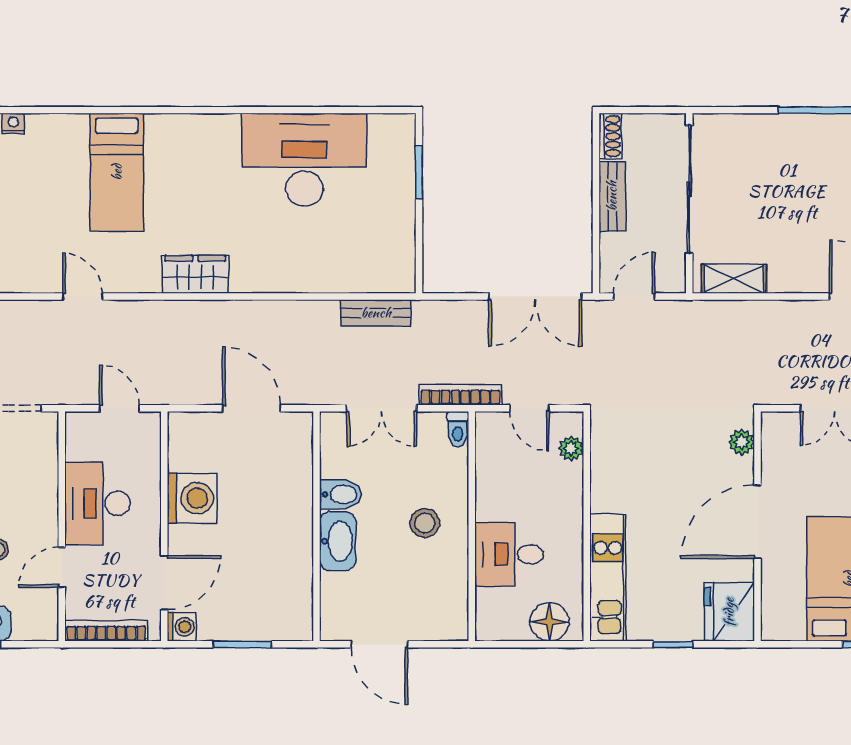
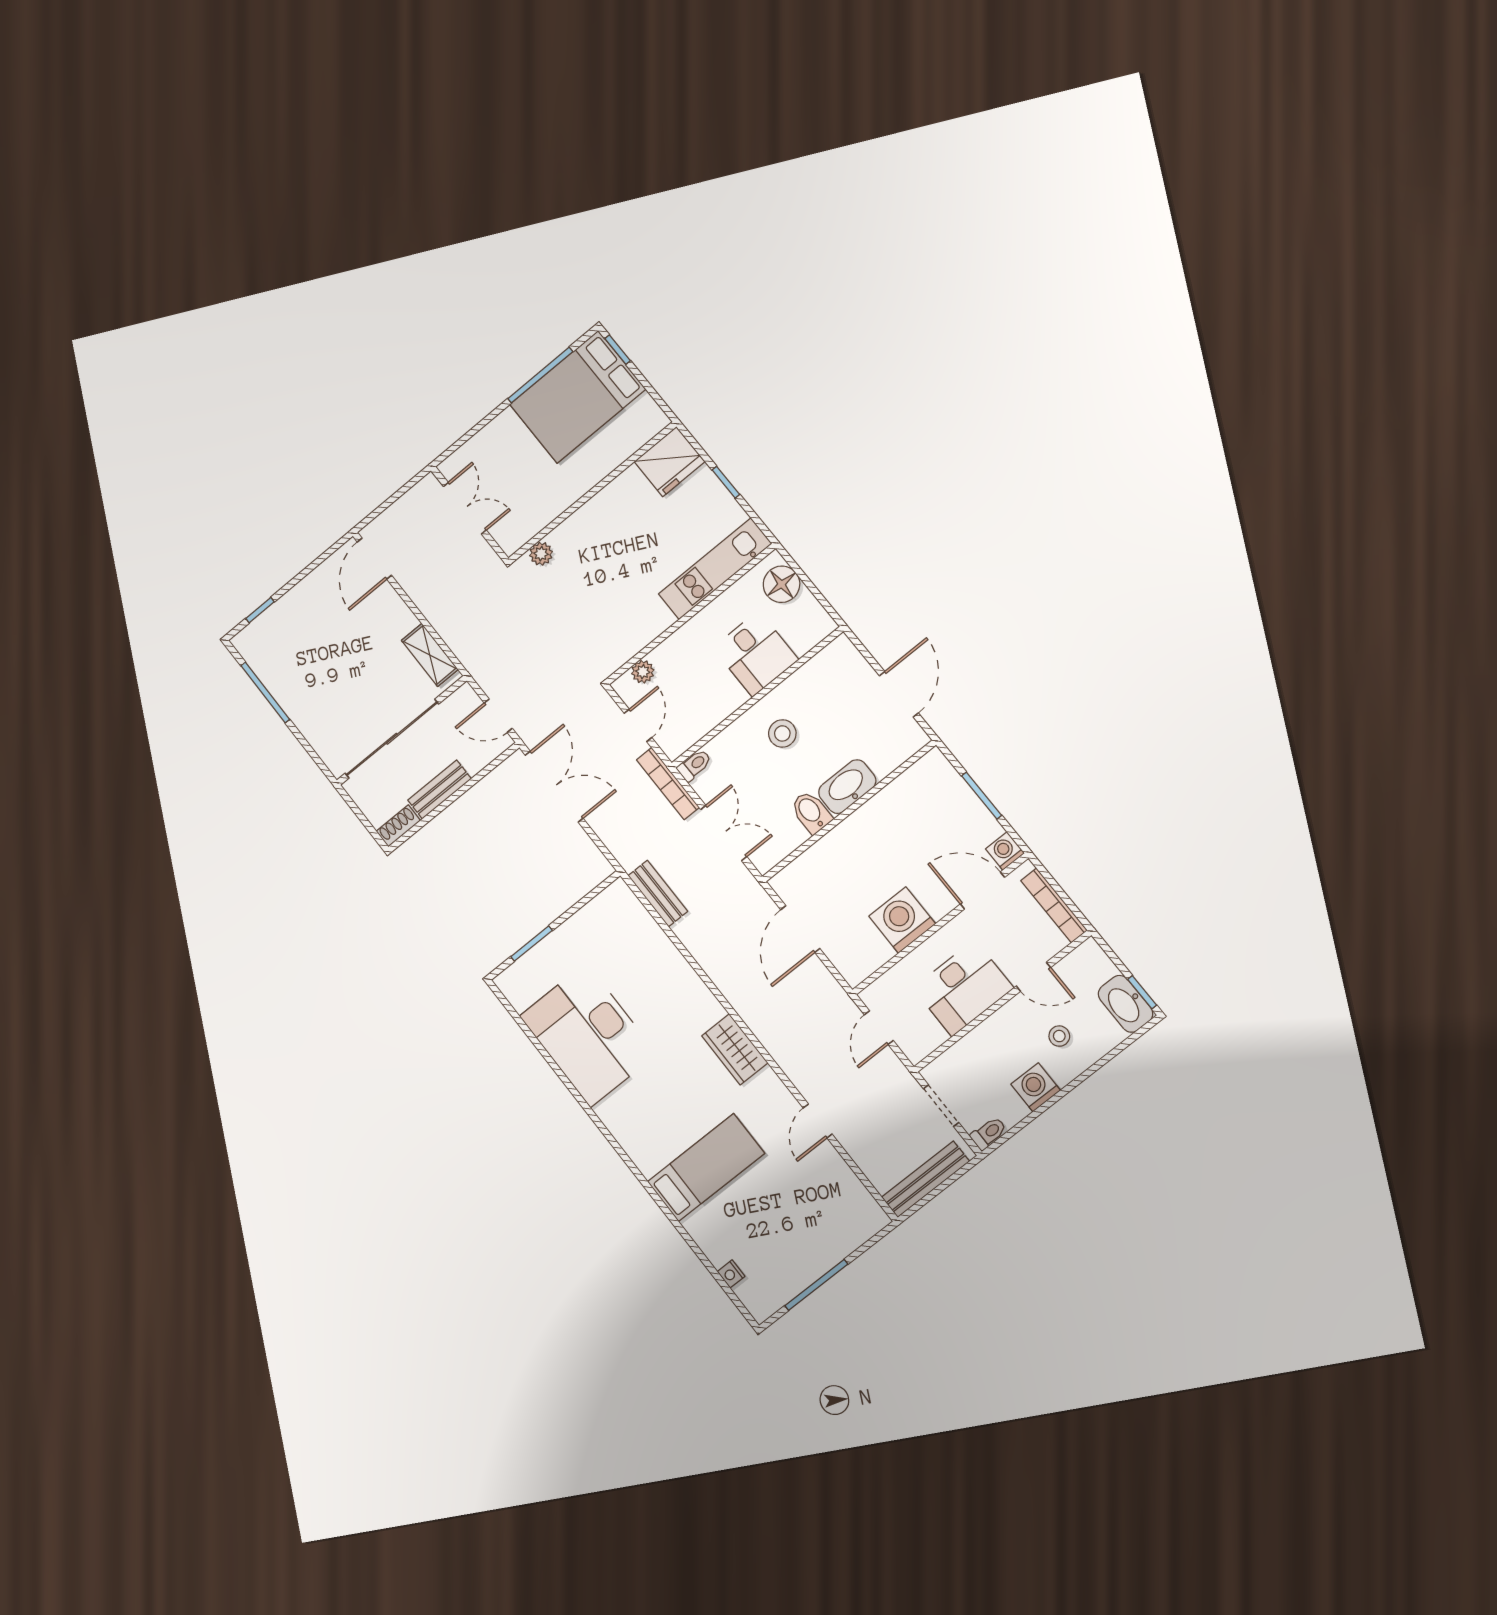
door: (757, 522) -> (589, 495), removed

